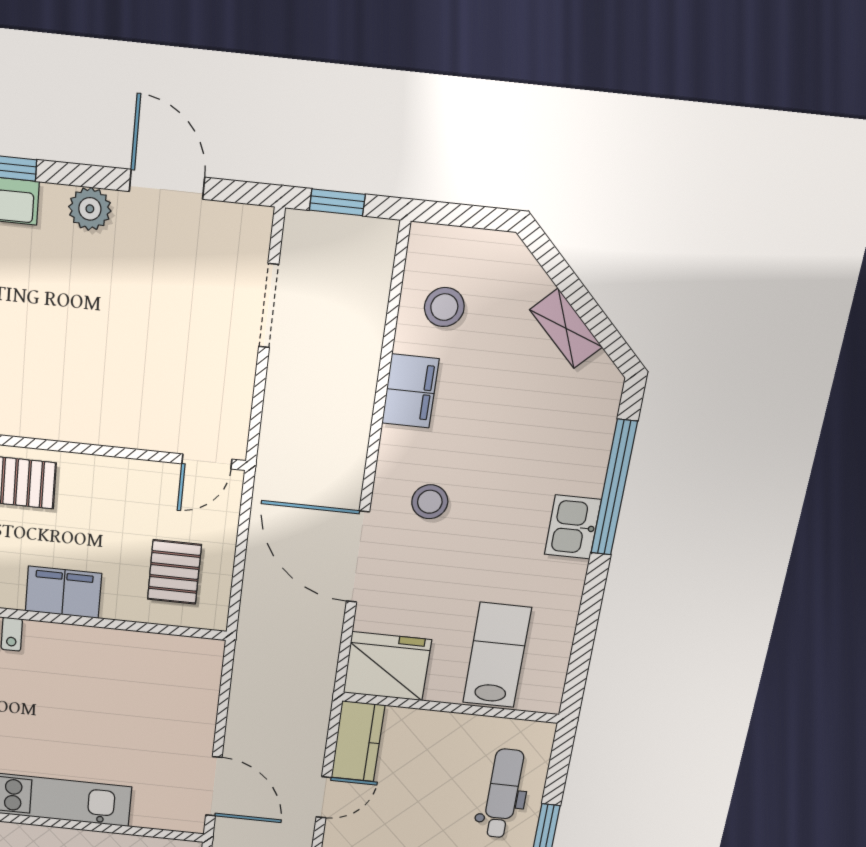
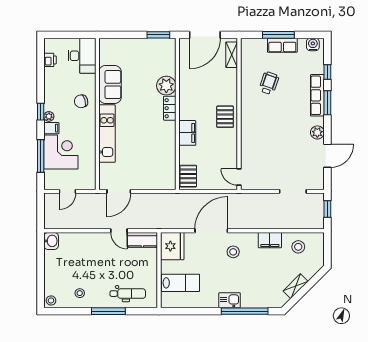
pallet: (174, 572) -> (188, 176), moved, turned 90

